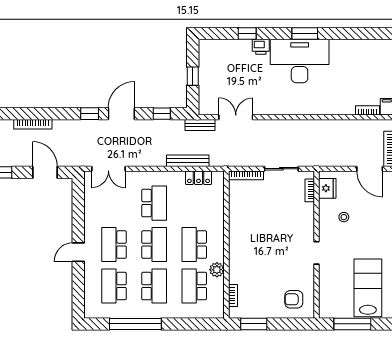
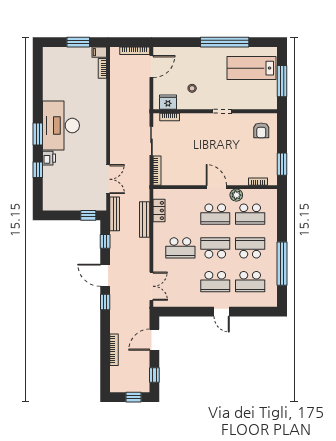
window: (305, 33) -> (38, 134), moved
window: (193, 76) -> (88, 215), moved
double door: (236, 117) -> (108, 179), swing flipped
bench: (200, 125) -> (115, 214), width x1.36
school desk: (154, 203) -> (180, 248), turned 180
door: (226, 246) -> (216, 187), added

